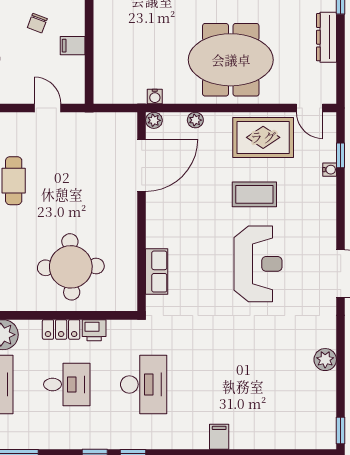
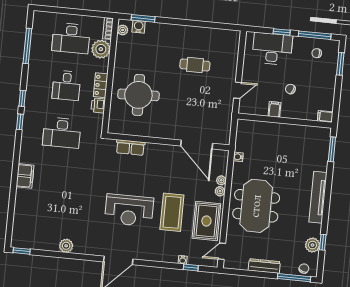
plant: (154, 120) -> (220, 191), moved
coffee table: (254, 194) -> (172, 212), width x1.36, depth x1.32
filing cabinet: (219, 437) -> (25, 176), width x2.00

